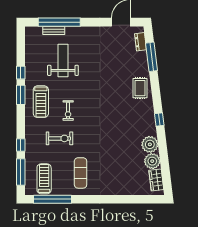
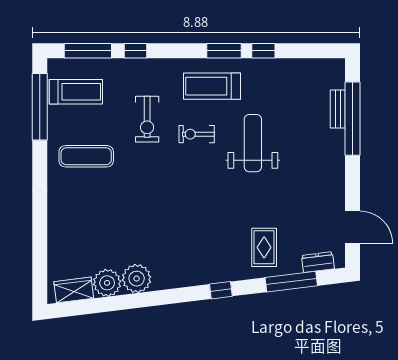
weight bench: (63, 61) -> (253, 143), moved, turned -90
rug: (140, 88) -> (264, 247), moved, turned 90
window: (159, 119) -> (221, 290), moved

